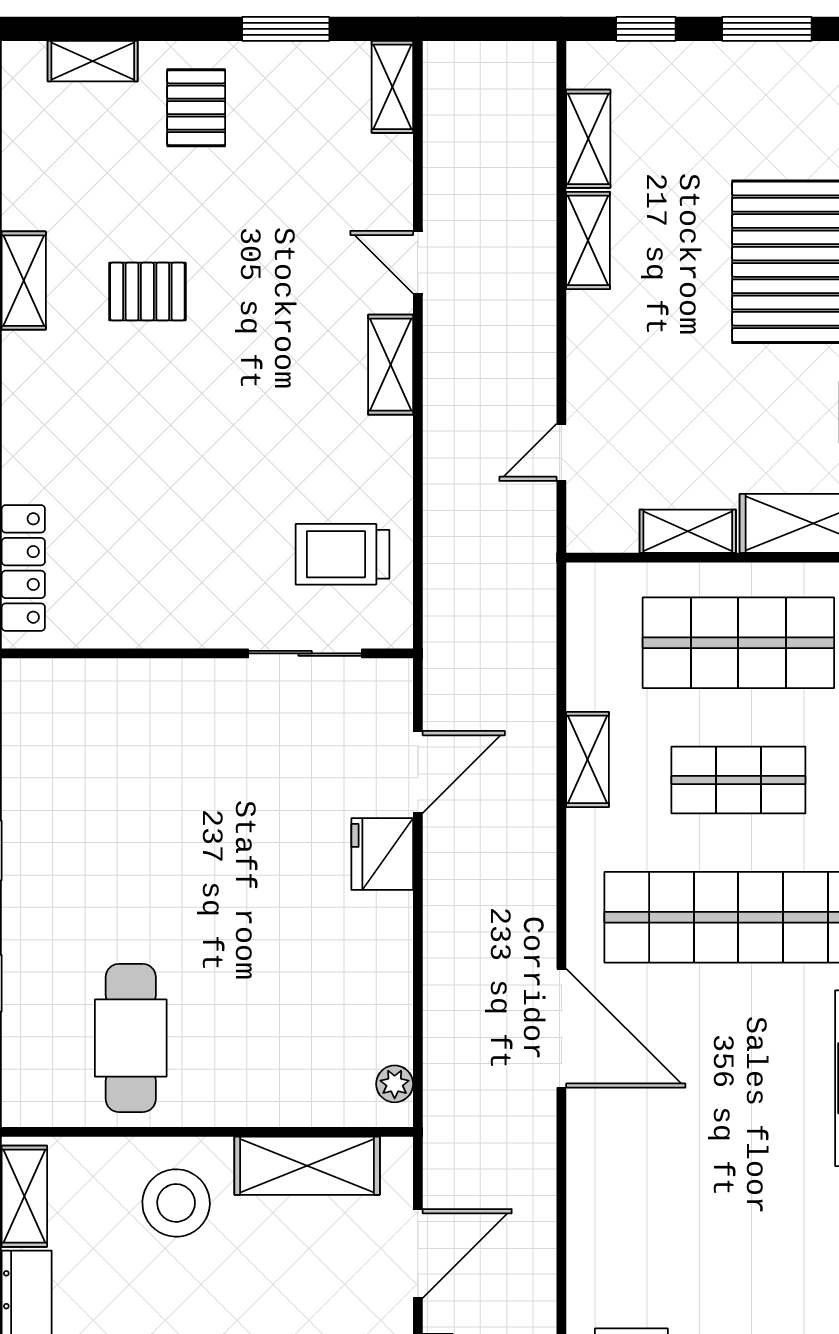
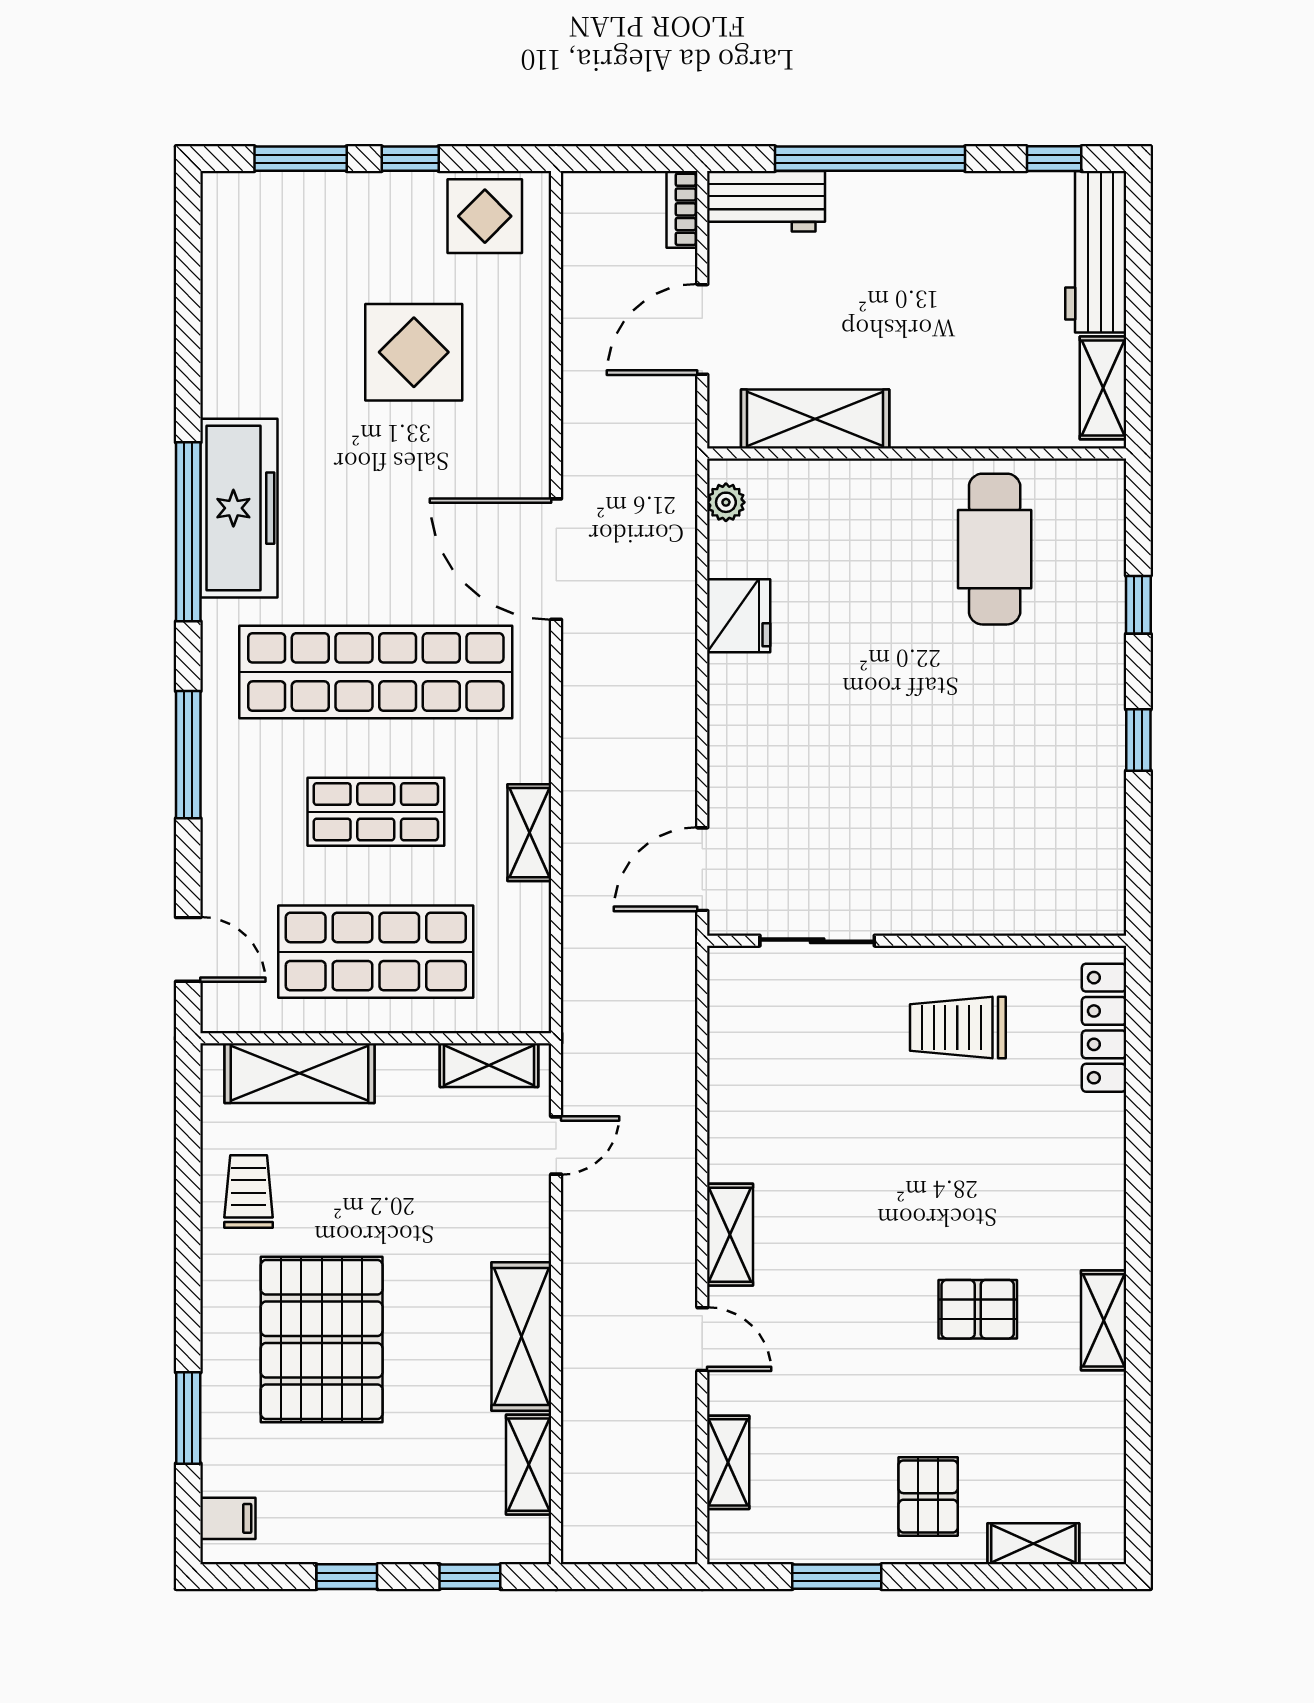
window: (767, 29) -> (347, 1577), width x0.67
shelving: (392, 87) -> (728, 1462), moved
shelving: (588, 240) -> (521, 1336), width x1.50, depth x1.33
shelving: (688, 531) -> (489, 1065), moved
trolley: (343, 554) -> (958, 1028), moved, turned 180
door: (418, 772) -> (702, 869), moved
fridge: (382, 854) -> (739, 616), moved
stool: (176, 1203) -> (948, 381), removed
display table: (701, 1231) -> (414, 352), added

